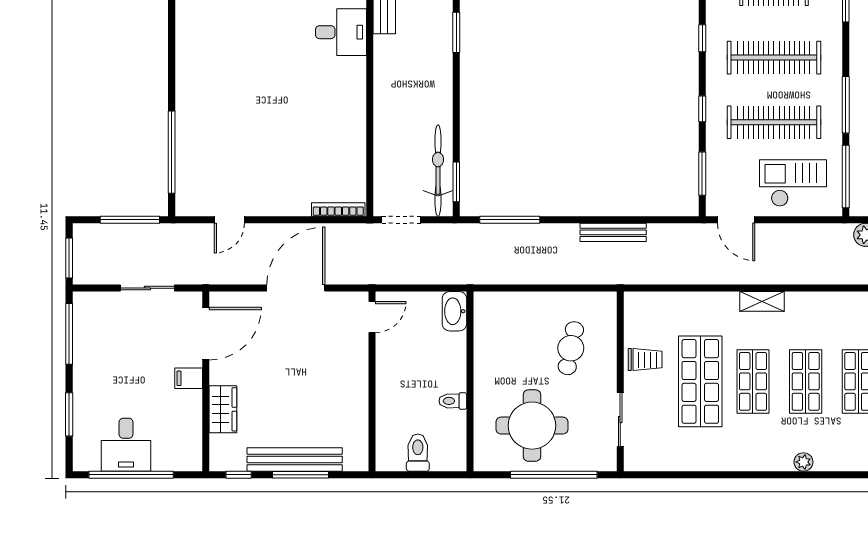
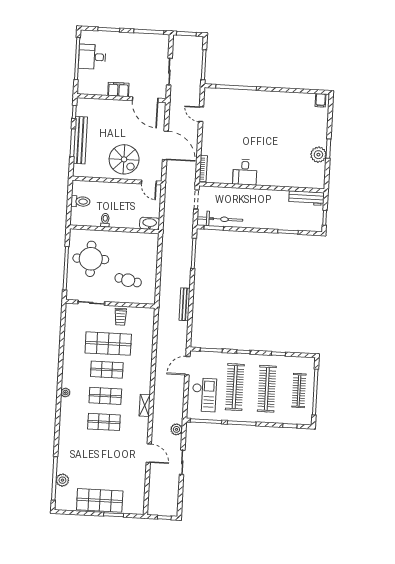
desk: (341, 32) -> (245, 172), moved
shelving: (762, 301) -> (145, 405), moved
spiral stairs: (328, 370) -> (124, 159), added
filing cabinet: (189, 378) -> (118, 89), width x2.00
wardrobe: (223, 409) -> (107, 106), removed

